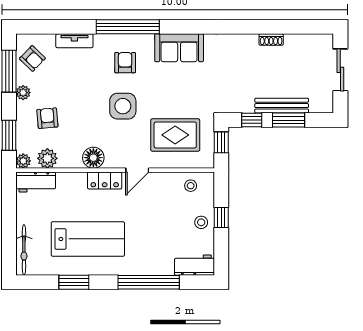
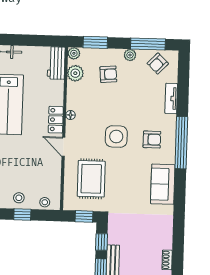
floor lamp: (93, 158) -> (70, 115), width x0.53, depth x0.53
stool: (191, 186) -> (45, 202), moved

